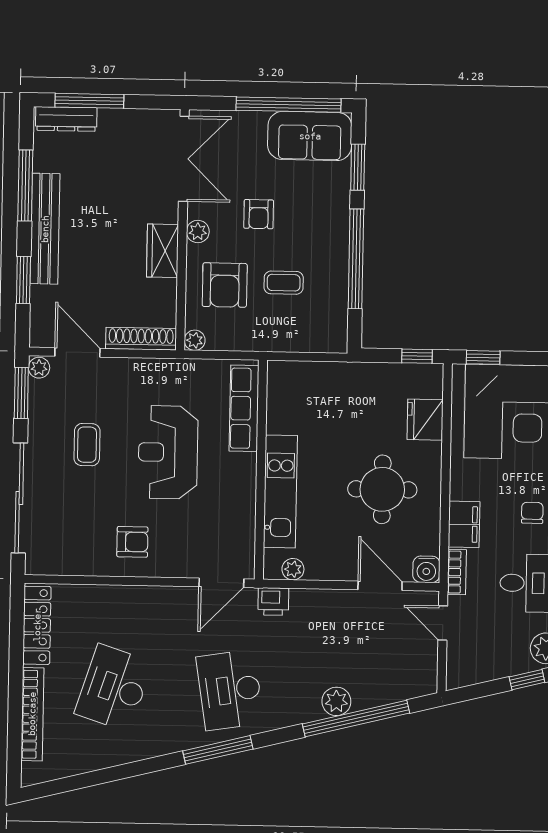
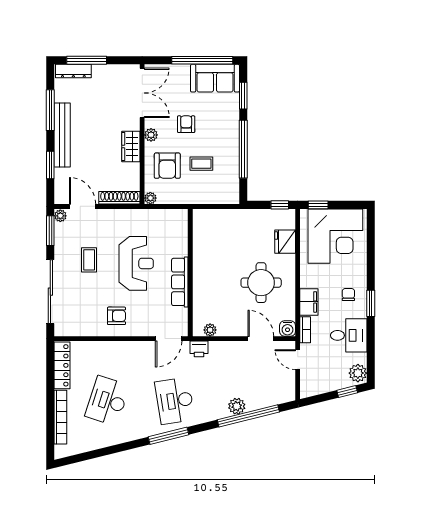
armchair: (259, 214) -> (186, 124), turned 180
row of seats: (244, 408) -> (180, 282), moved
reception desk: (168, 452) -> (136, 263), turned 180
kitchen unit: (280, 491) -> (202, 285), removed

